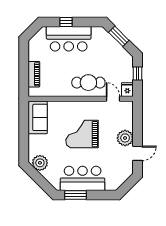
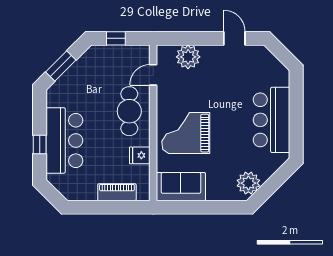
fridge: (127, 90) -> (140, 155), moved
grand piano: (82, 134) -> (186, 133), moved, turned 90
plant: (125, 138) -> (188, 57), moved
window: (75, 195) -> (296, 130), removed

